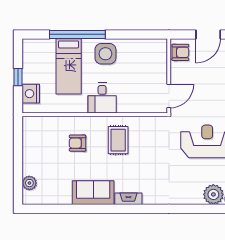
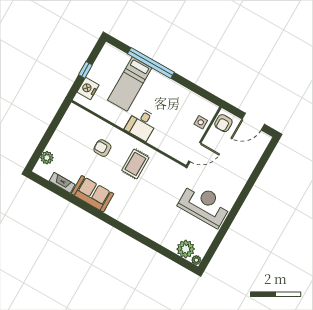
armchair: (180, 52) -> (223, 123), turned 90
side table: (105, 54) -> (201, 122), moved, width x0.54, depth x0.54
fireplace: (128, 199) -> (62, 183), moved

